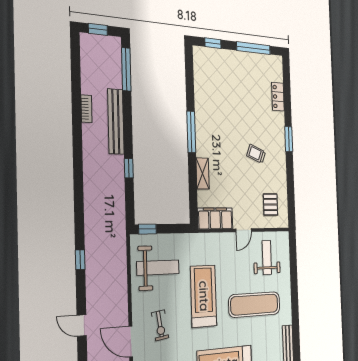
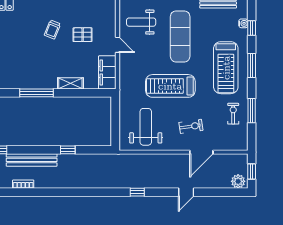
pallet: (270, 204) -> (83, 35), moved
window: (147, 229) -> (115, 135), removed

